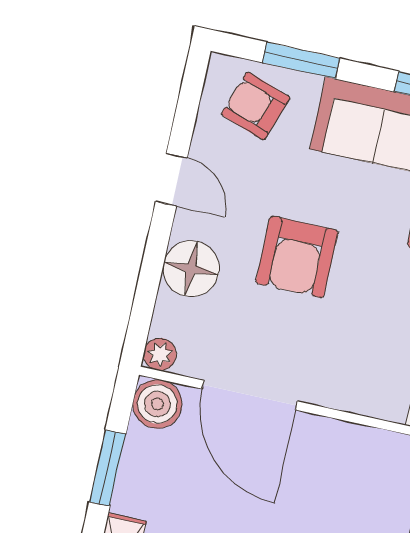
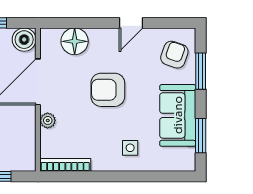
floor lamp: (191, 269) -> (75, 41), moved
plant: (160, 354) -> (48, 120), moved

